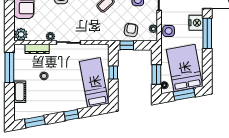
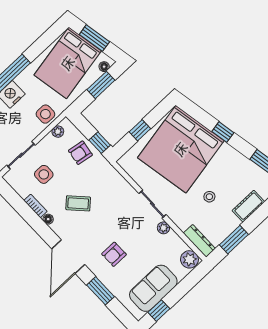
dresser: (37, 49) -> (199, 241), moved
window: (9, 67) -> (234, 240), width x0.69
bed: (94, 82) -> (181, 149), width x2.04

